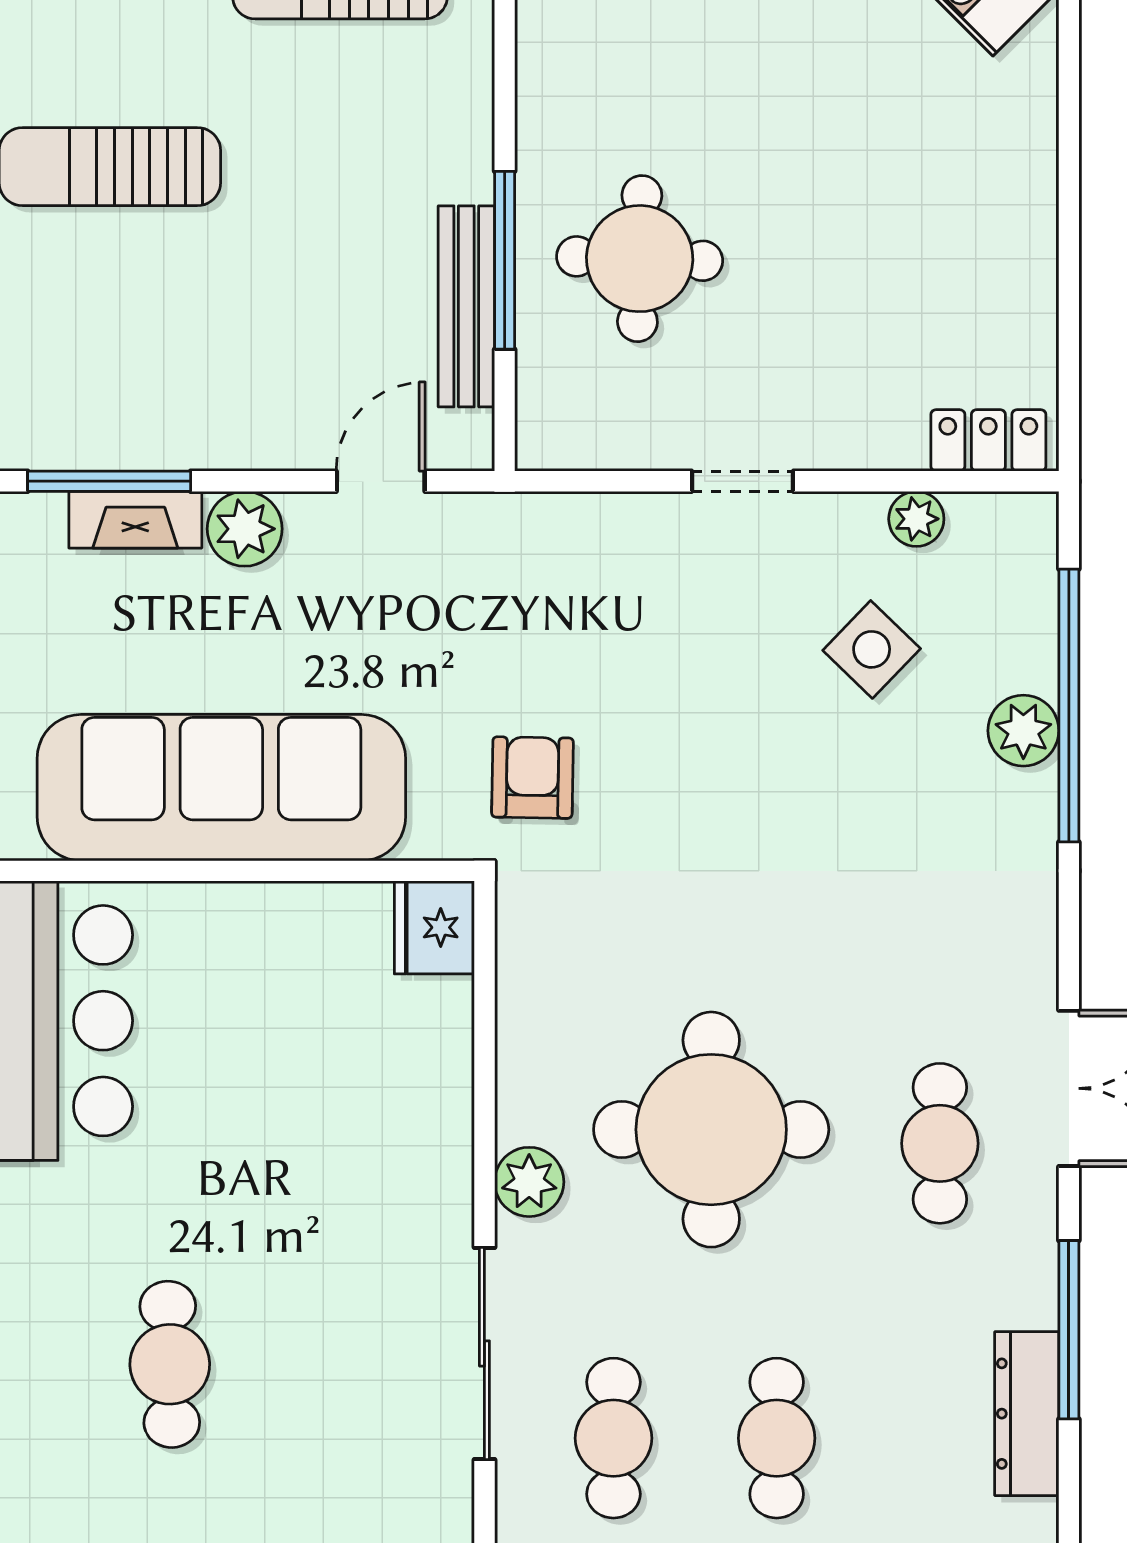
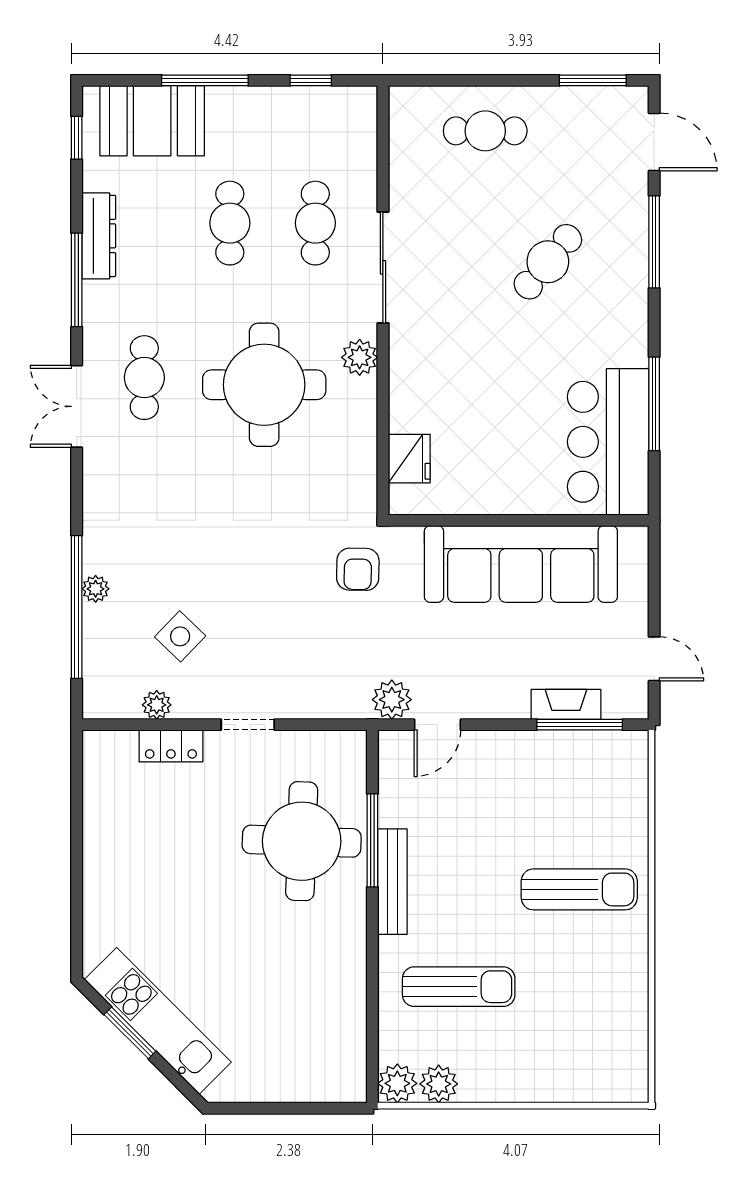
round table: (640, 259) -> (302, 841), width x1.36, depth x1.36
bench: (466, 306) -> (392, 882), moved
locker: (988, 440) -> (171, 746), moved
plant: (245, 529) -> (392, 700), moved
plant: (1023, 731) -> (96, 589), width x0.73, depth x0.73
fridge: (434, 927) -> (409, 459), moved
cafe table: (170, 1364) -> (548, 262), turned 42

